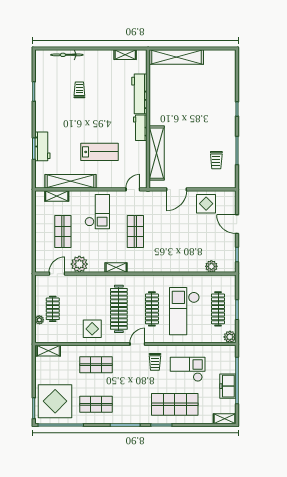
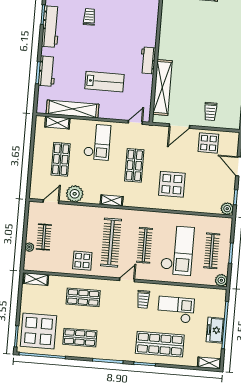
workbench: (139, 94) -> (51, 27), moved, turned 180
trolley: (216, 160) -> (210, 112), moved
display table: (174, 247) -> (172, 184), added
plant: (211, 266) -> (227, 209), moved
checkout: (184, 311) -> (177, 250), turned 180

